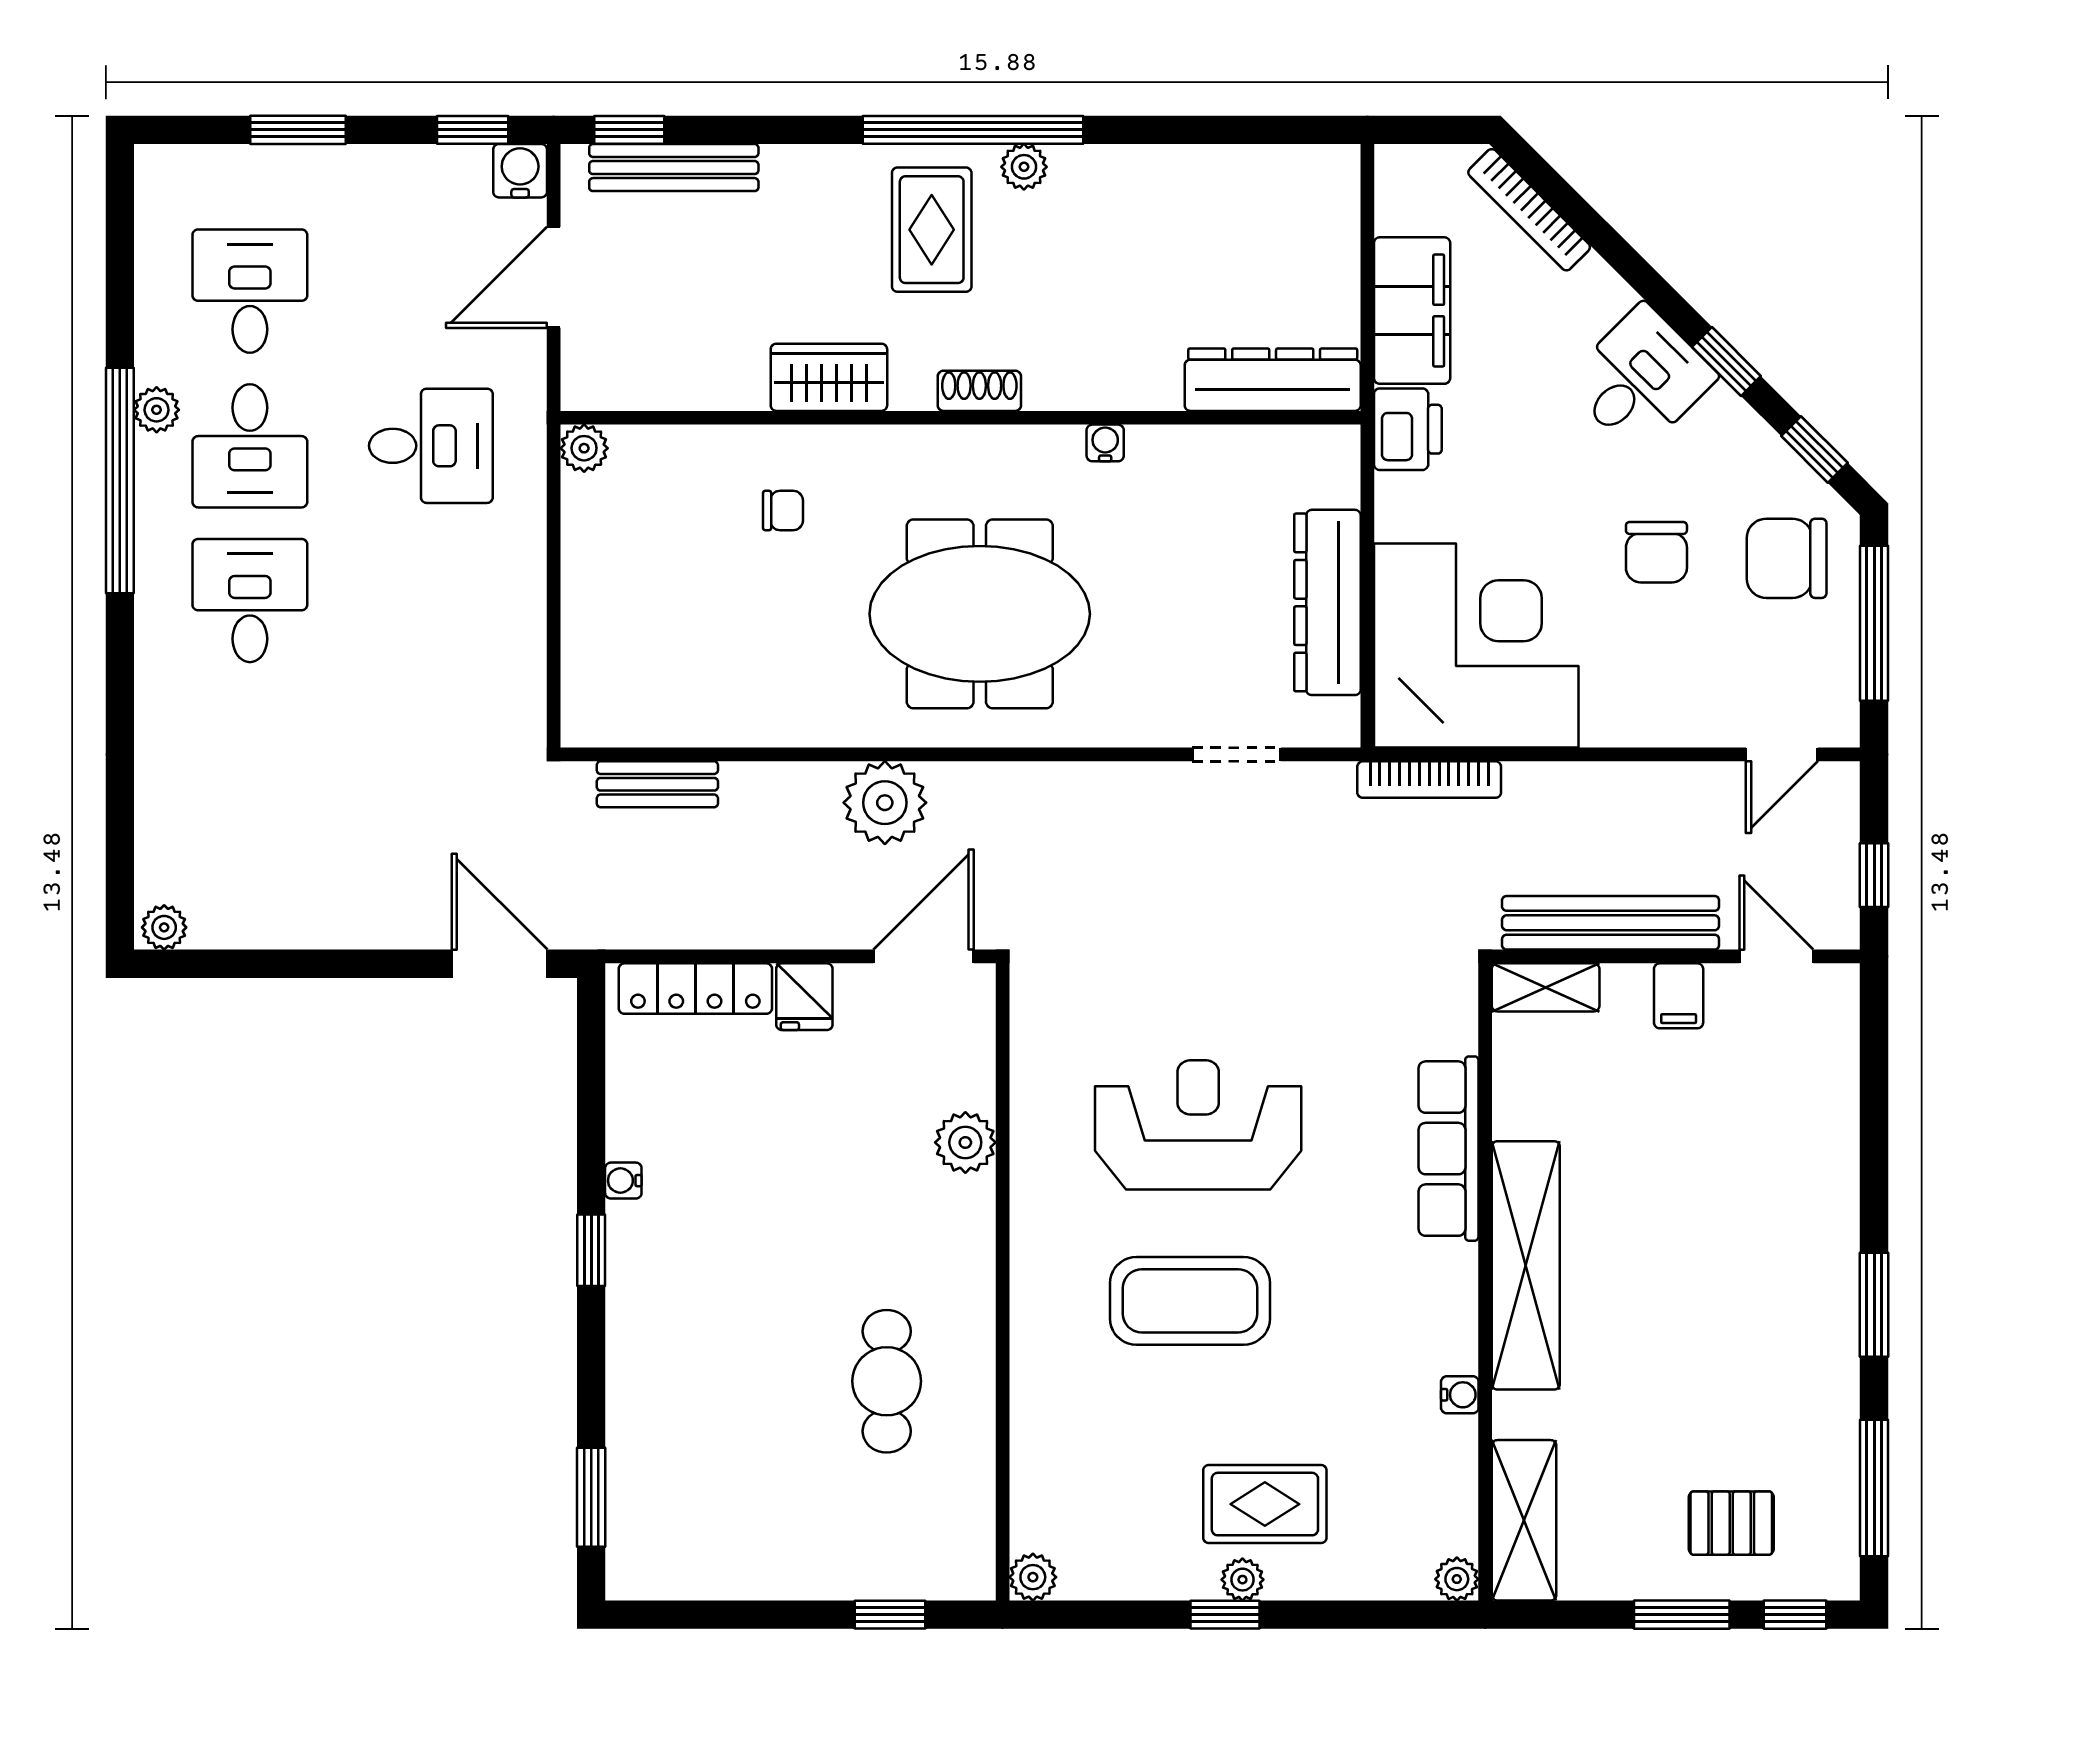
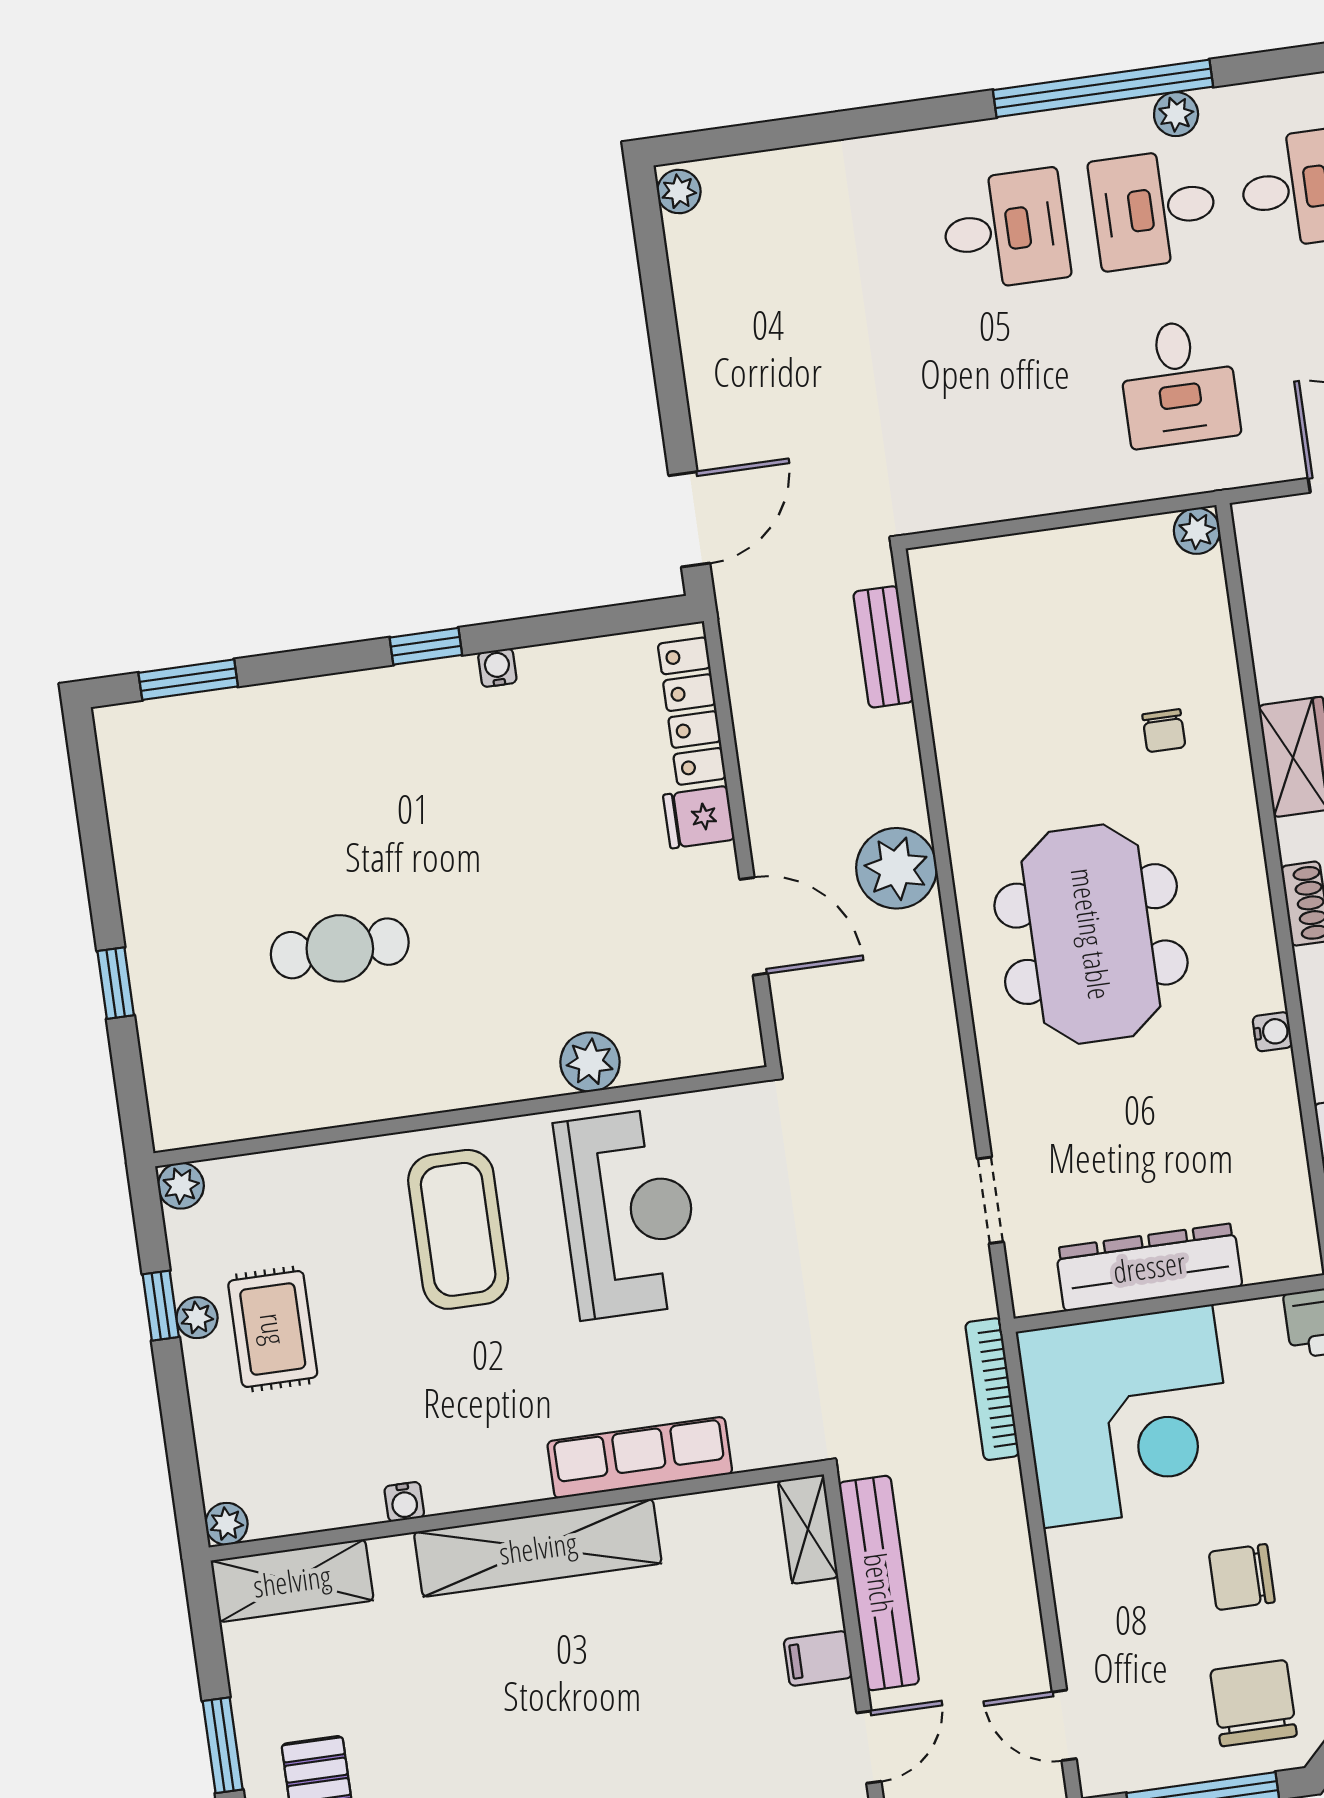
plant: (965, 1142) -> (590, 1062), moved
wall: (1003, 1282) -> (461, 1117), moved
plant: (1033, 1577) -> (181, 1186), moved

